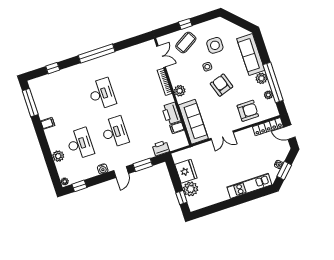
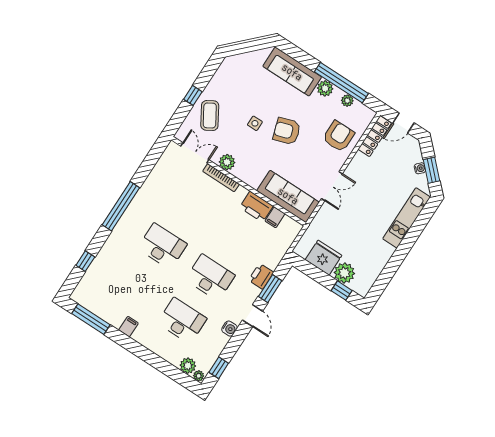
side table: (215, 45) -> (244, 93), removed
plant: (180, 91) -> (227, 162), moved
printer: (161, 148) -> (261, 276), moved
plant: (58, 156) -> (188, 366), moved

